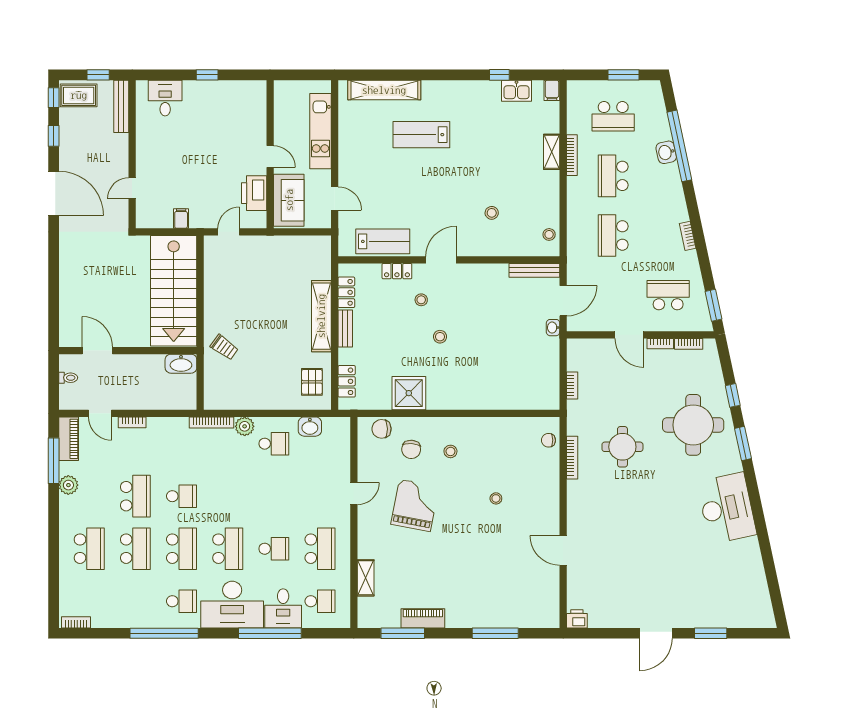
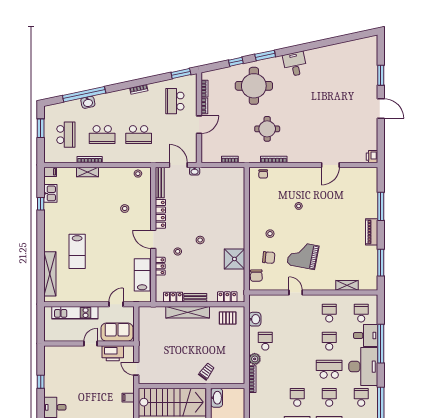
locker: (483, 272) -> (160, 214), added
desk: (727, 508) -> (295, 64), width x0.53, depth x0.77
school desk: (182, 549) -> (329, 397), width x0.54
school desk: (320, 549) -> (329, 313), width x0.54
piano: (423, 618) -> (372, 232), moved

